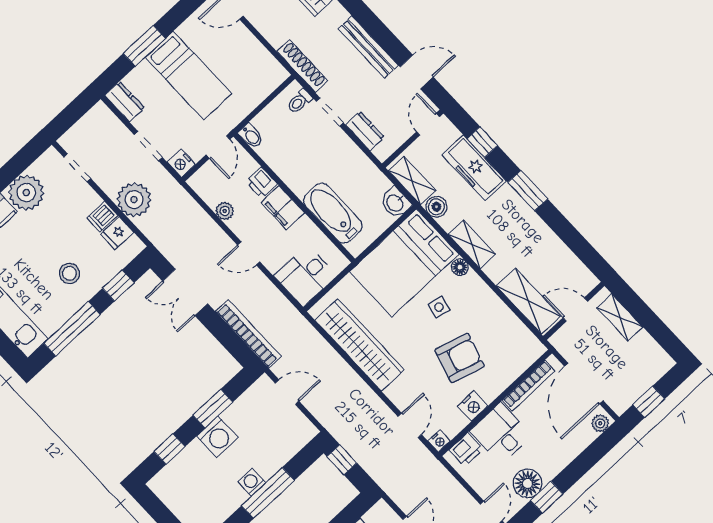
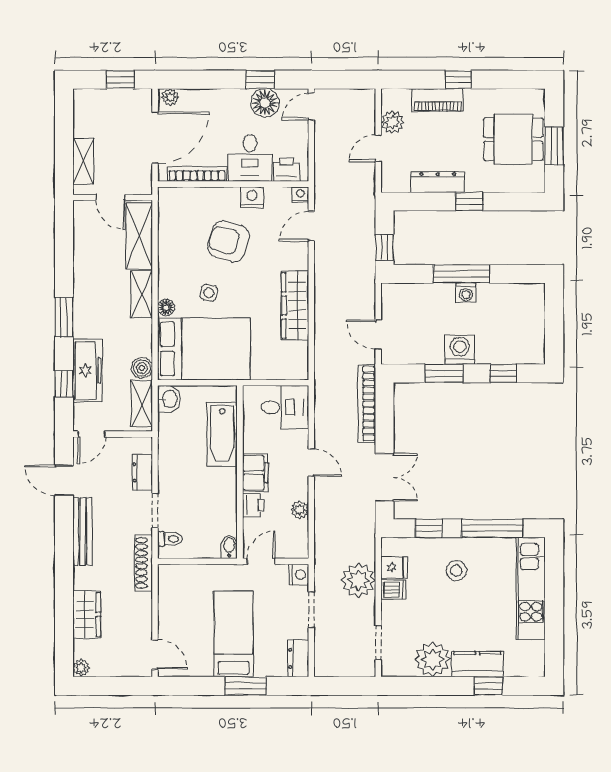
shelving: (472, 244) -> (142, 294), moved
wardrobe: (360, 345) -> (295, 306), width x0.71, depth x0.85

